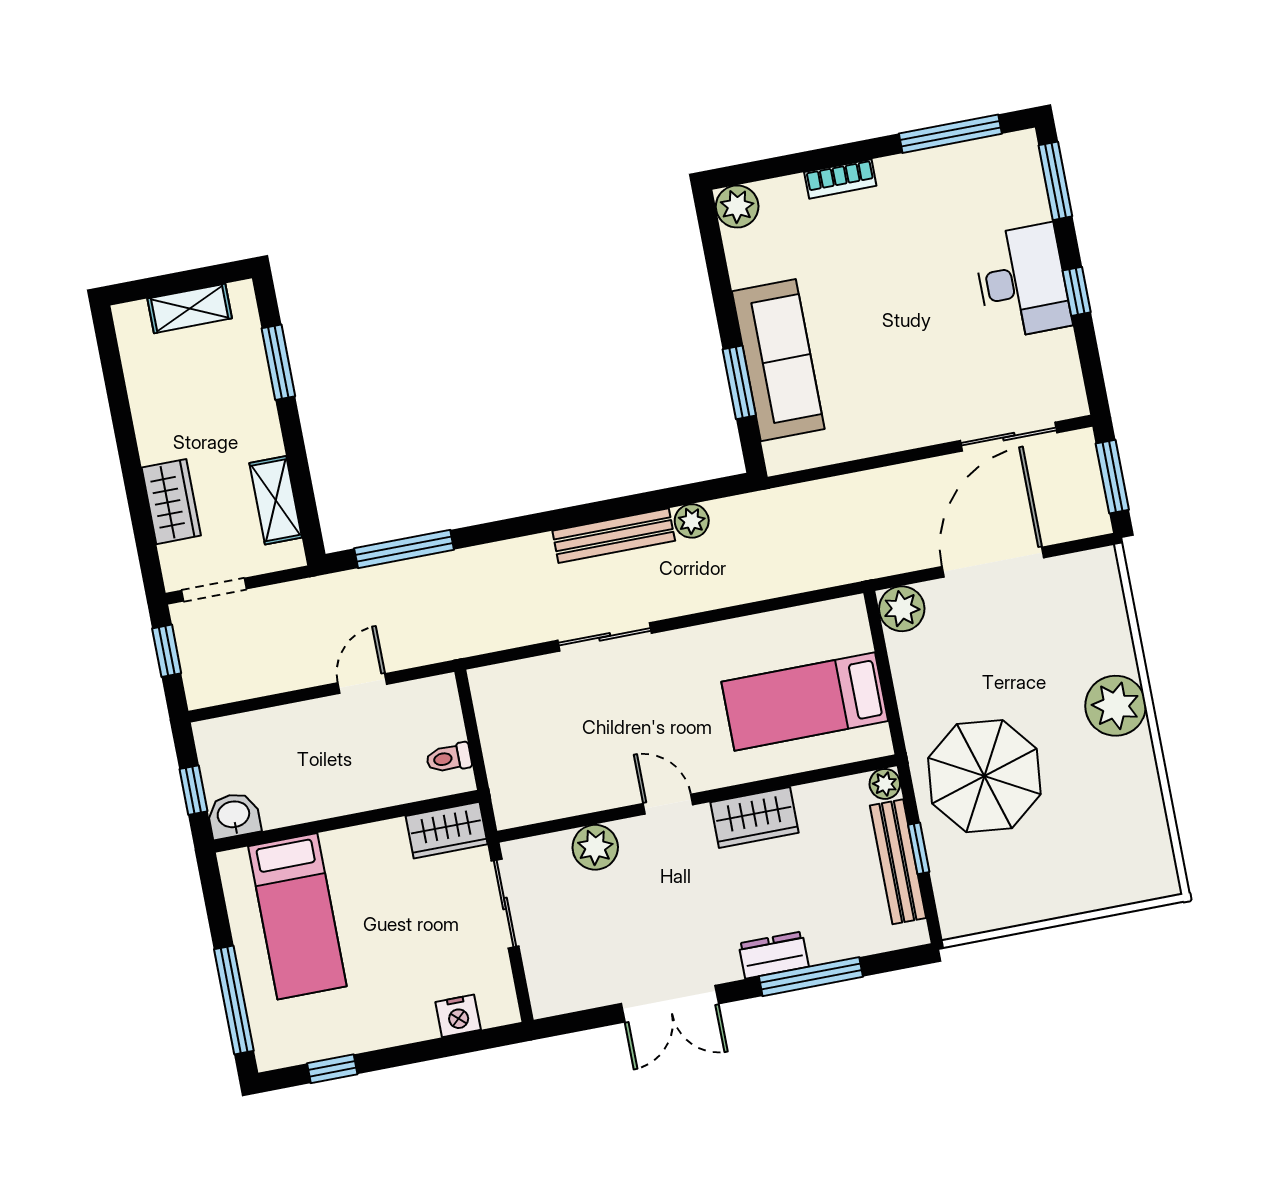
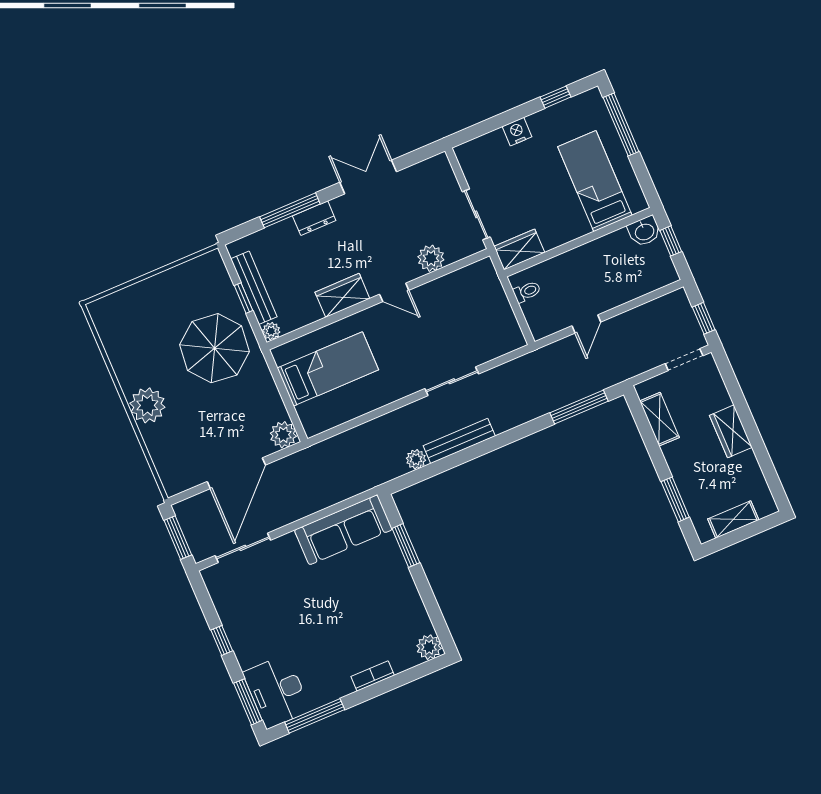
desk: (1022, 281) -> (277, 692), moved
sofa: (778, 360) -> (343, 530), moved, turned -90
wardrobe: (171, 502) -> (731, 431), moved
nightstand: (458, 1016) -> (517, 132), moved

